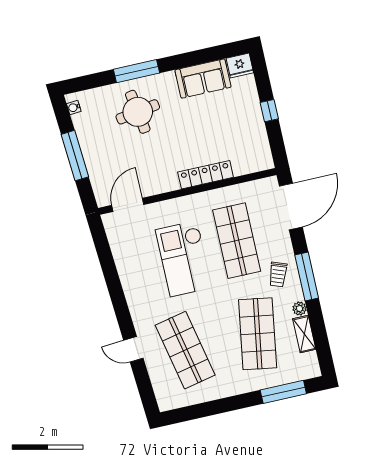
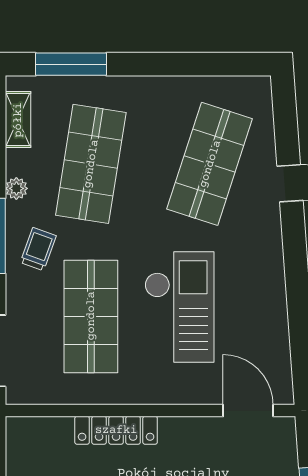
door: (128, 205) -> (248, 411), swing flipped
shelving: (304, 334) -> (18, 120), moved
shop shelf: (185, 350) -> (210, 164), turned 30

